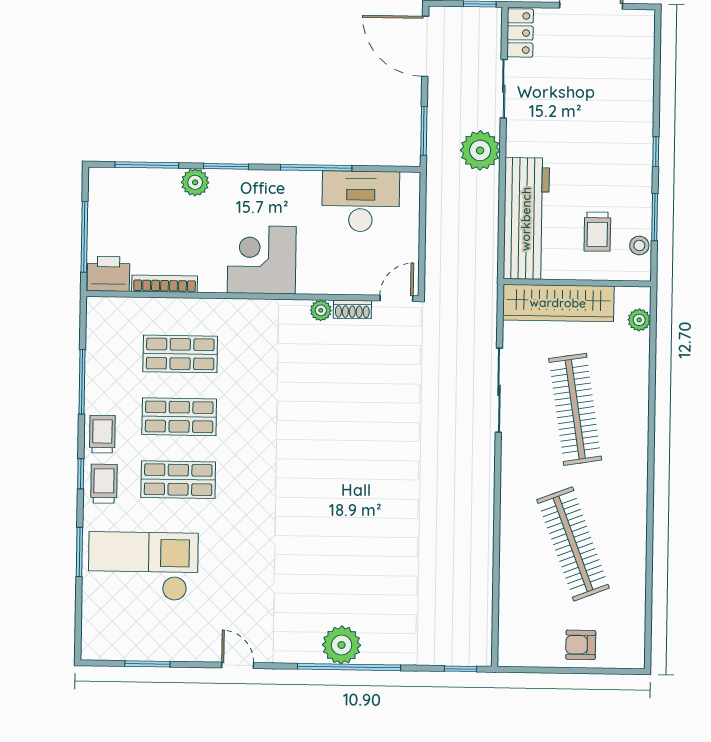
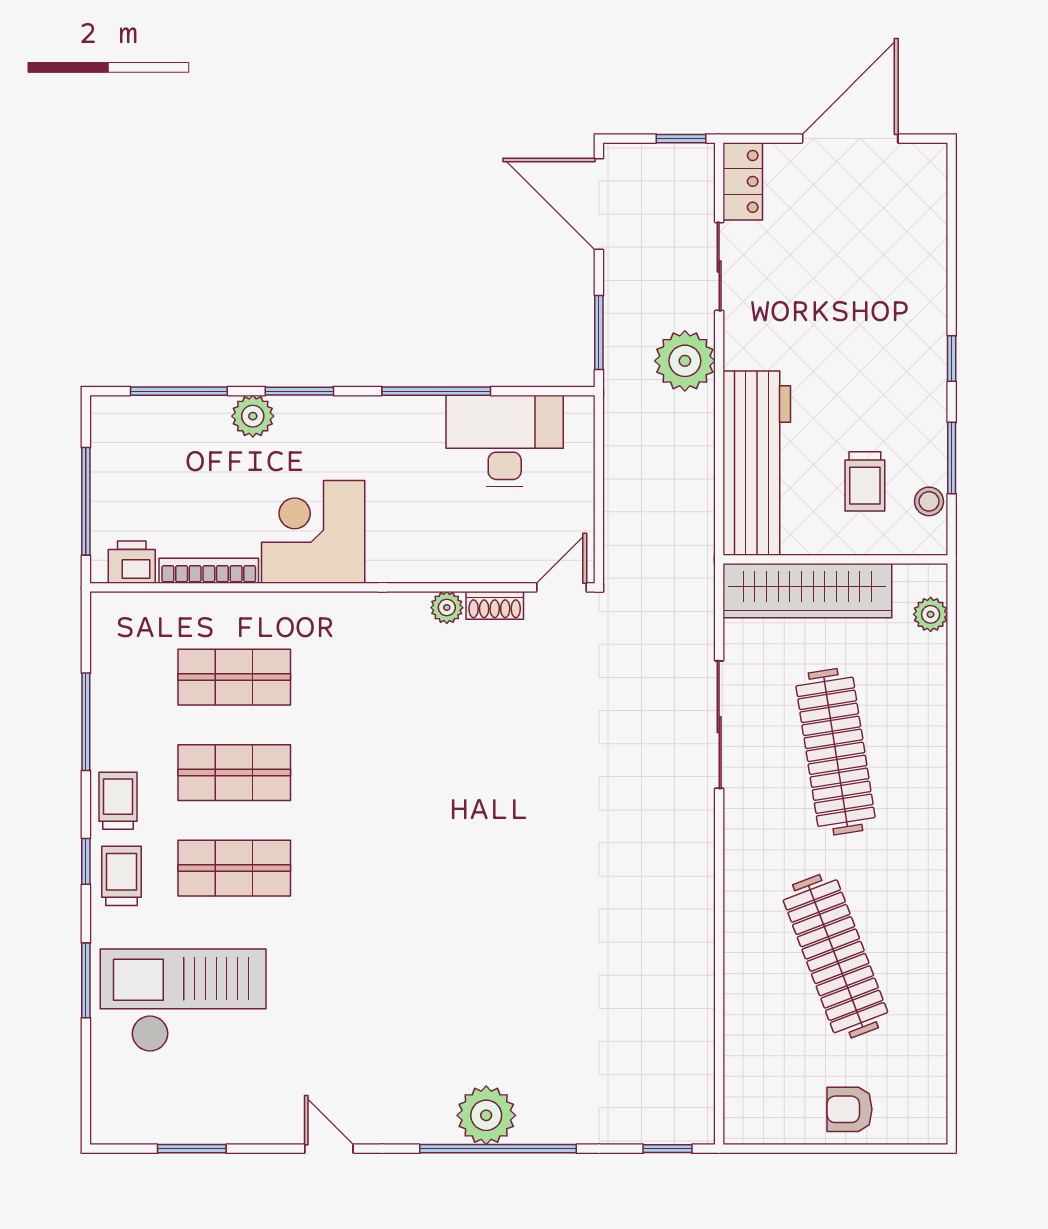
corner desk: (262, 260) -> (313, 532), moved
printer: (108, 274) -> (132, 562), width x0.73, depth x0.81

